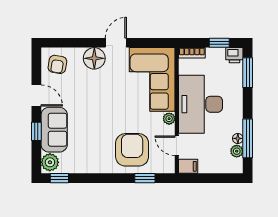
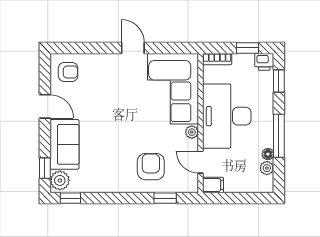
door: (116, 43) -> (133, 48), hinge flipped
floor lamp: (94, 58) -> (109, 65), removed
armchair: (57, 64) -> (68, 72), turned -100
window: (248, 73) -> (279, 81), width x0.67
window: (36, 131) -> (45, 168), moved
window: (248, 138) -> (279, 136), moved
armchair: (132, 150) -> (151, 167), width x0.73, depth x0.73

